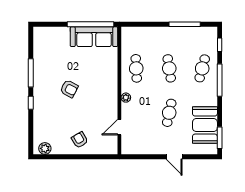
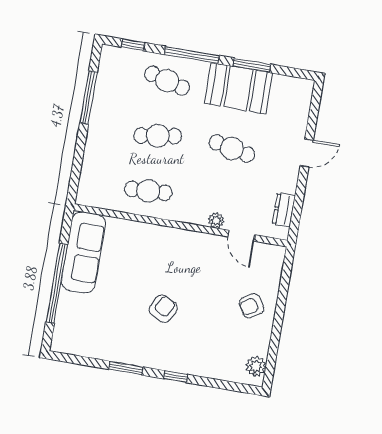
window: (90, 24) -> (57, 283), moved
window: (31, 73) -> (126, 368), width x0.69
plant: (126, 98) -> (216, 220), moved
booth: (205, 125) -> (238, 88), moved
window: (220, 138) -> (252, 65), moved
dresser: (139, 149) -> (284, 210), added

